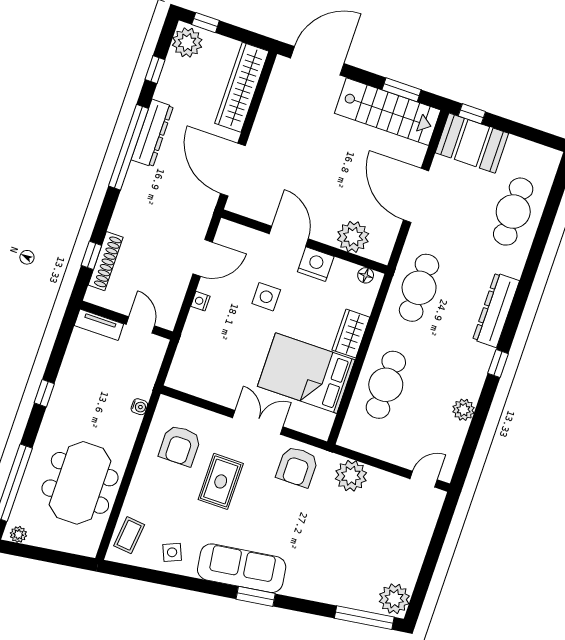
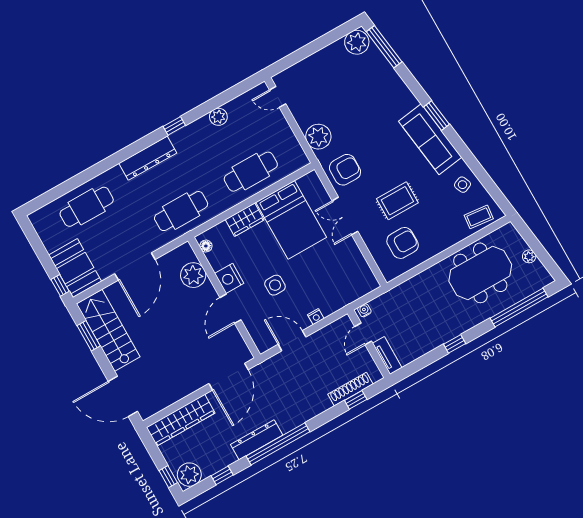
water cooler: (139, 407) -> (364, 310), moved
plant: (18, 534) -> (529, 256), moved

